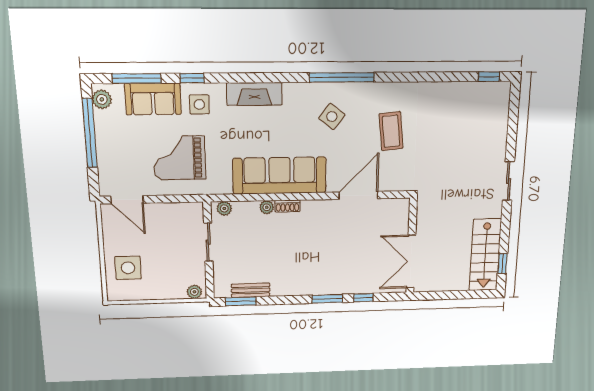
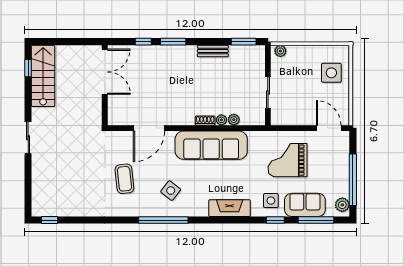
grand piano: (179, 158) -> (288, 160), turned 180
plant: (224, 208) -> (234, 120), moved
bench: (251, 290) -> (213, 51), moved

